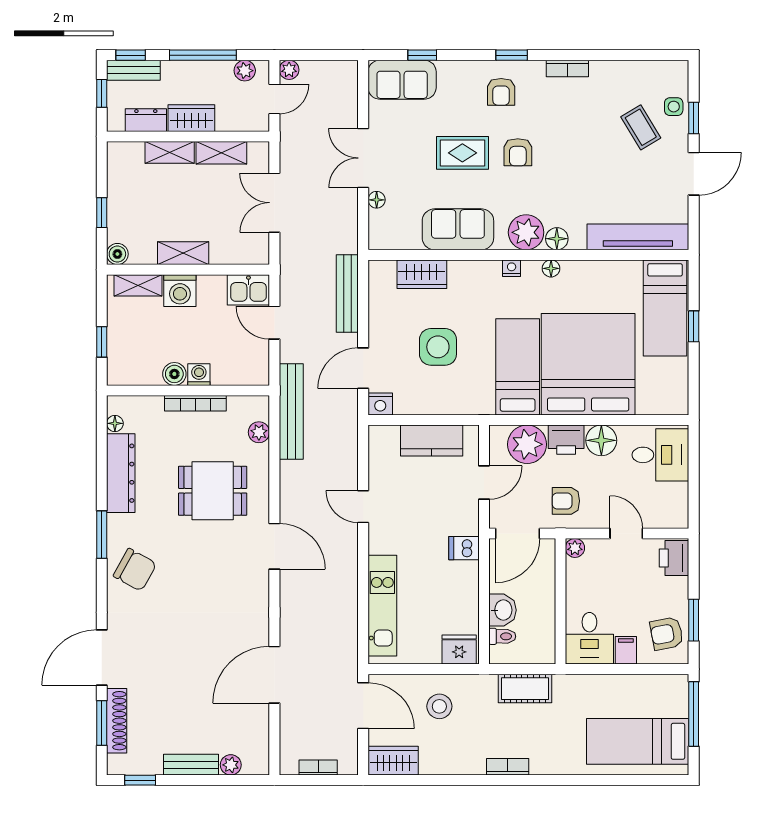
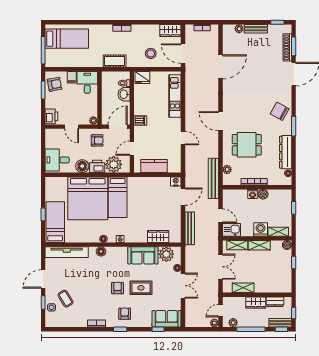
shelving: (170, 152) -> (237, 245), moved
plant: (526, 232) -> (166, 254), moved
side table: (438, 347) -> (151, 206), removed

